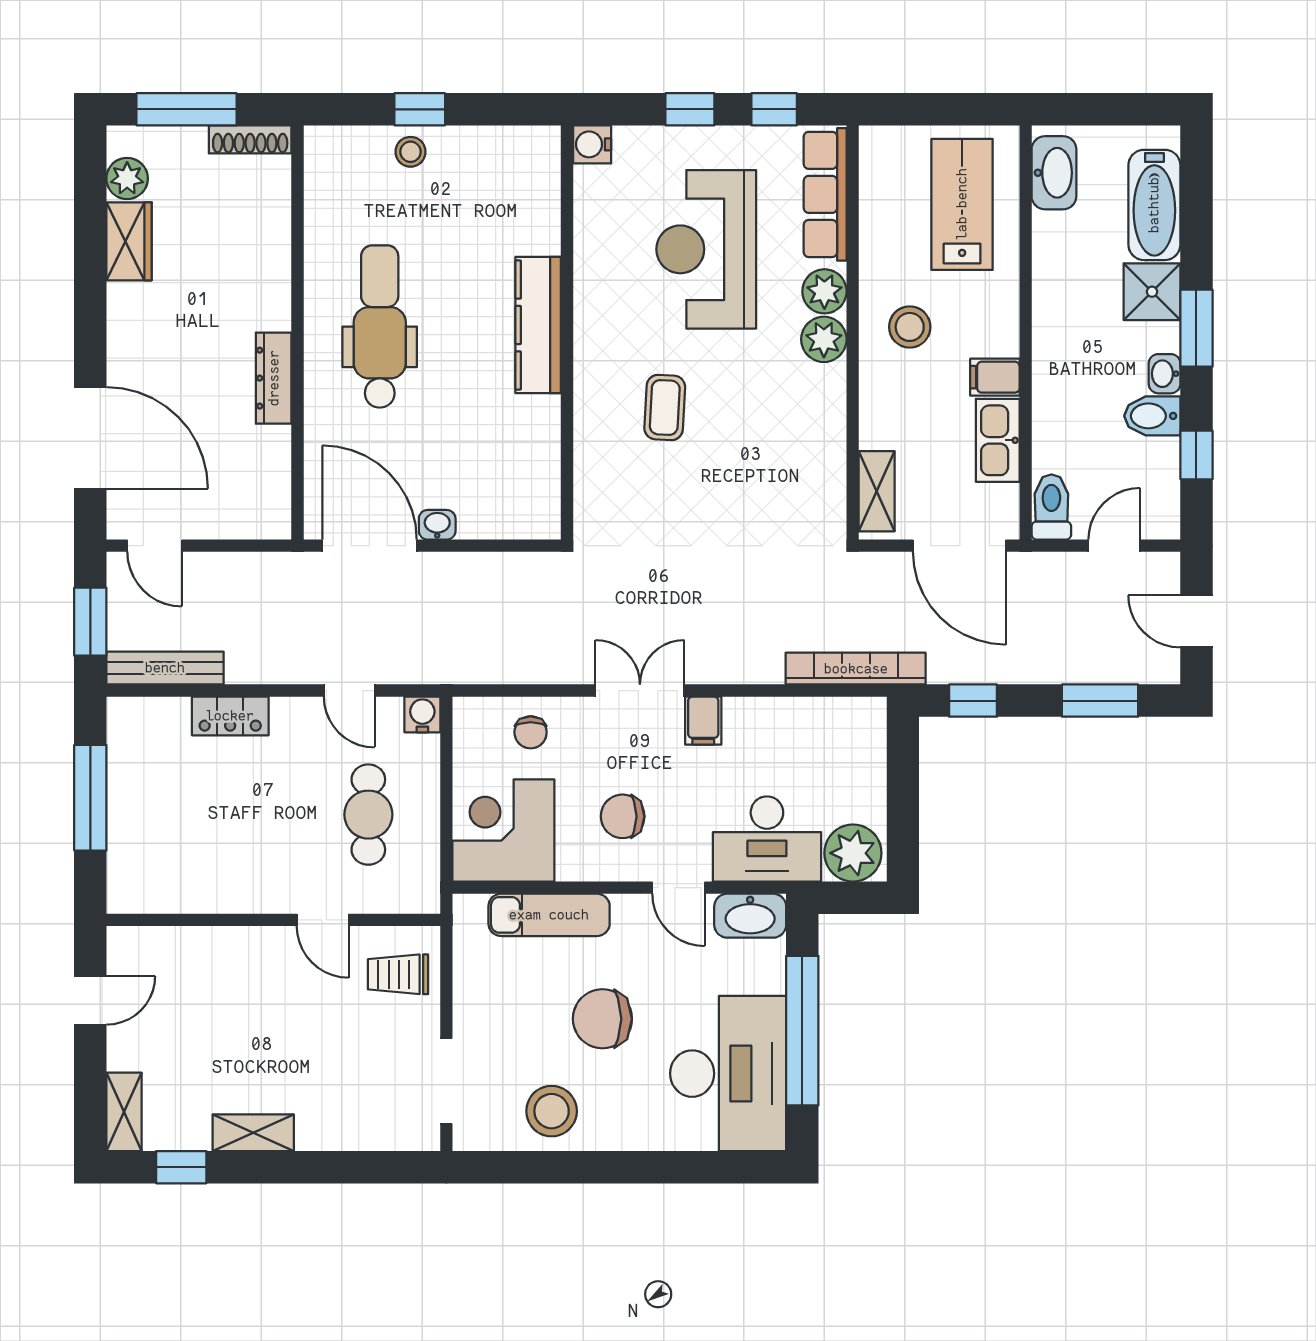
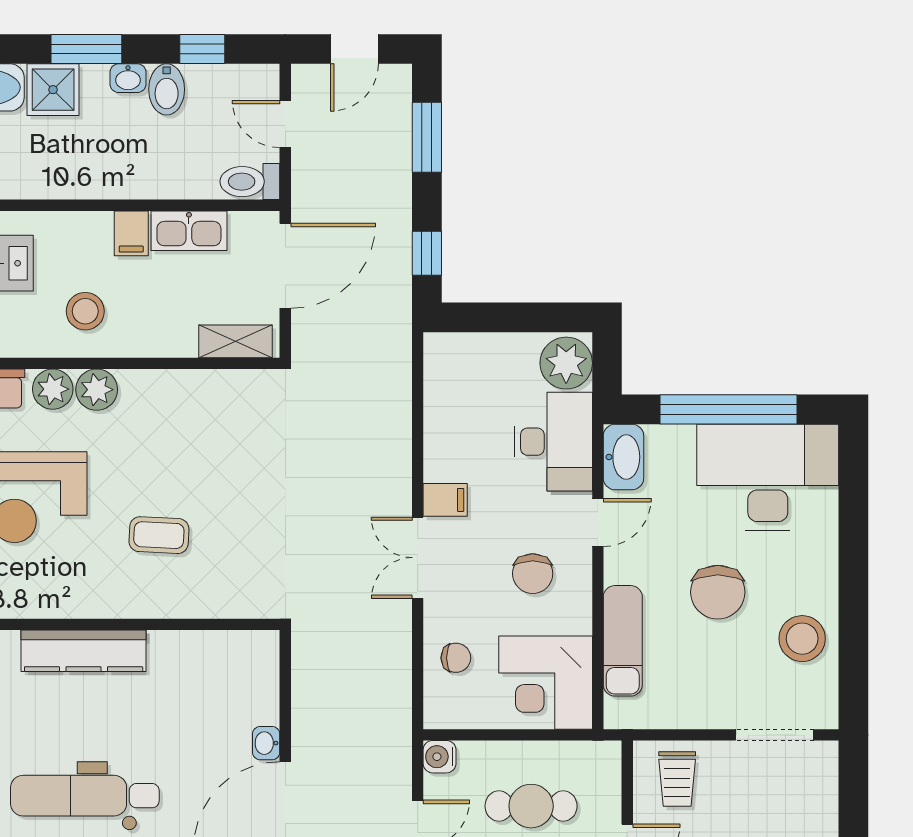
bookcase: (856, 669) -> (398, 361), removed

